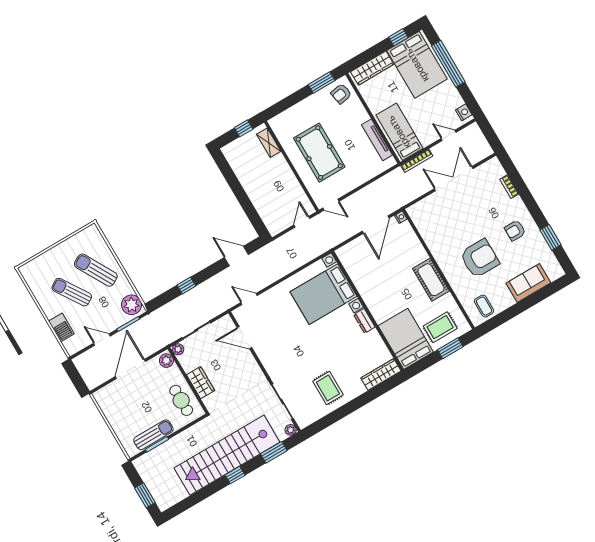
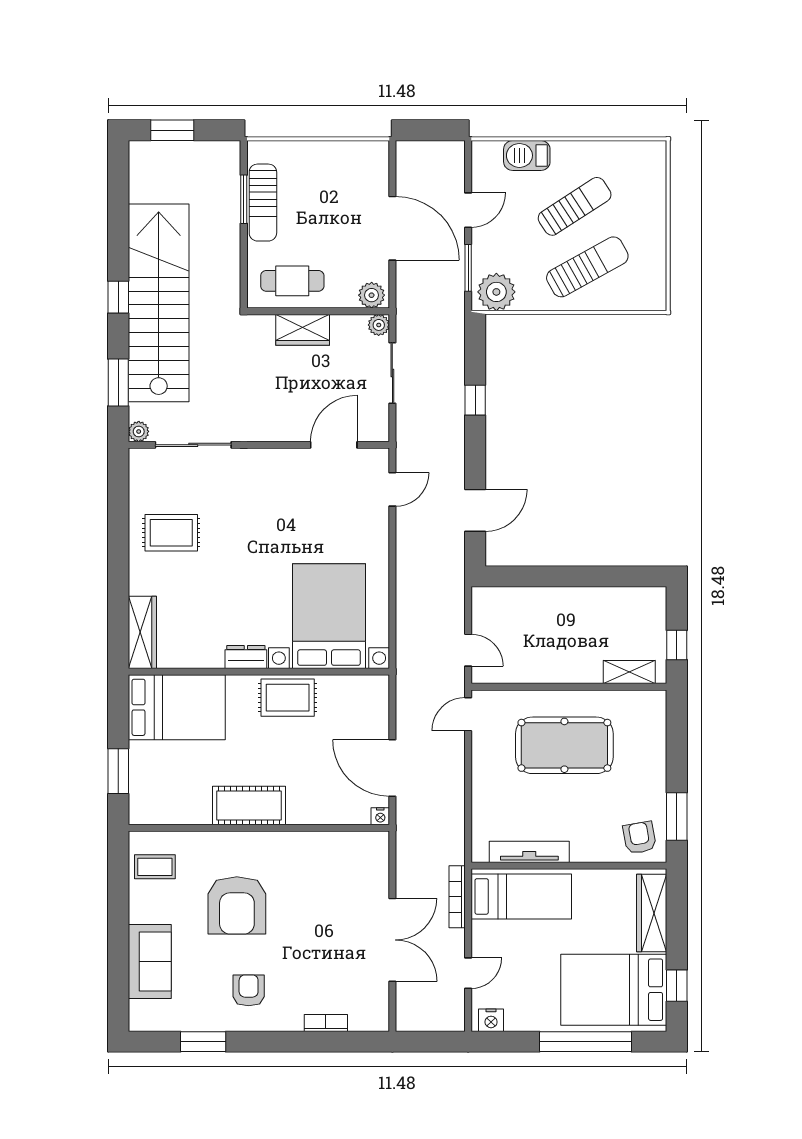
rug: (440, 327) -> (288, 698), moved, turned 90

